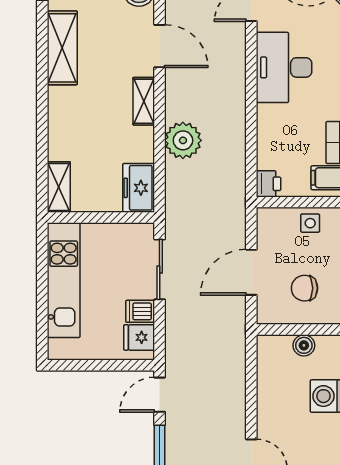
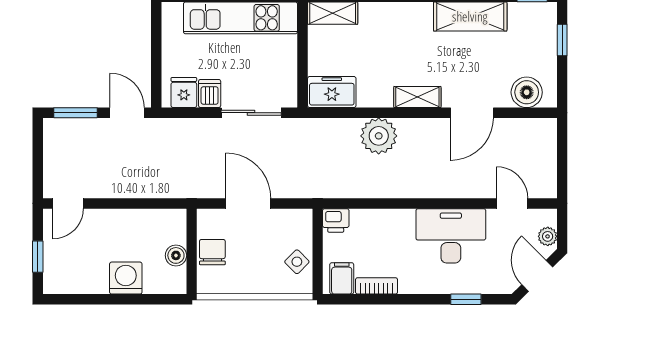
side table: (310, 223) -> (297, 262), turned 45
chair: (304, 288) -> (212, 252), moved

